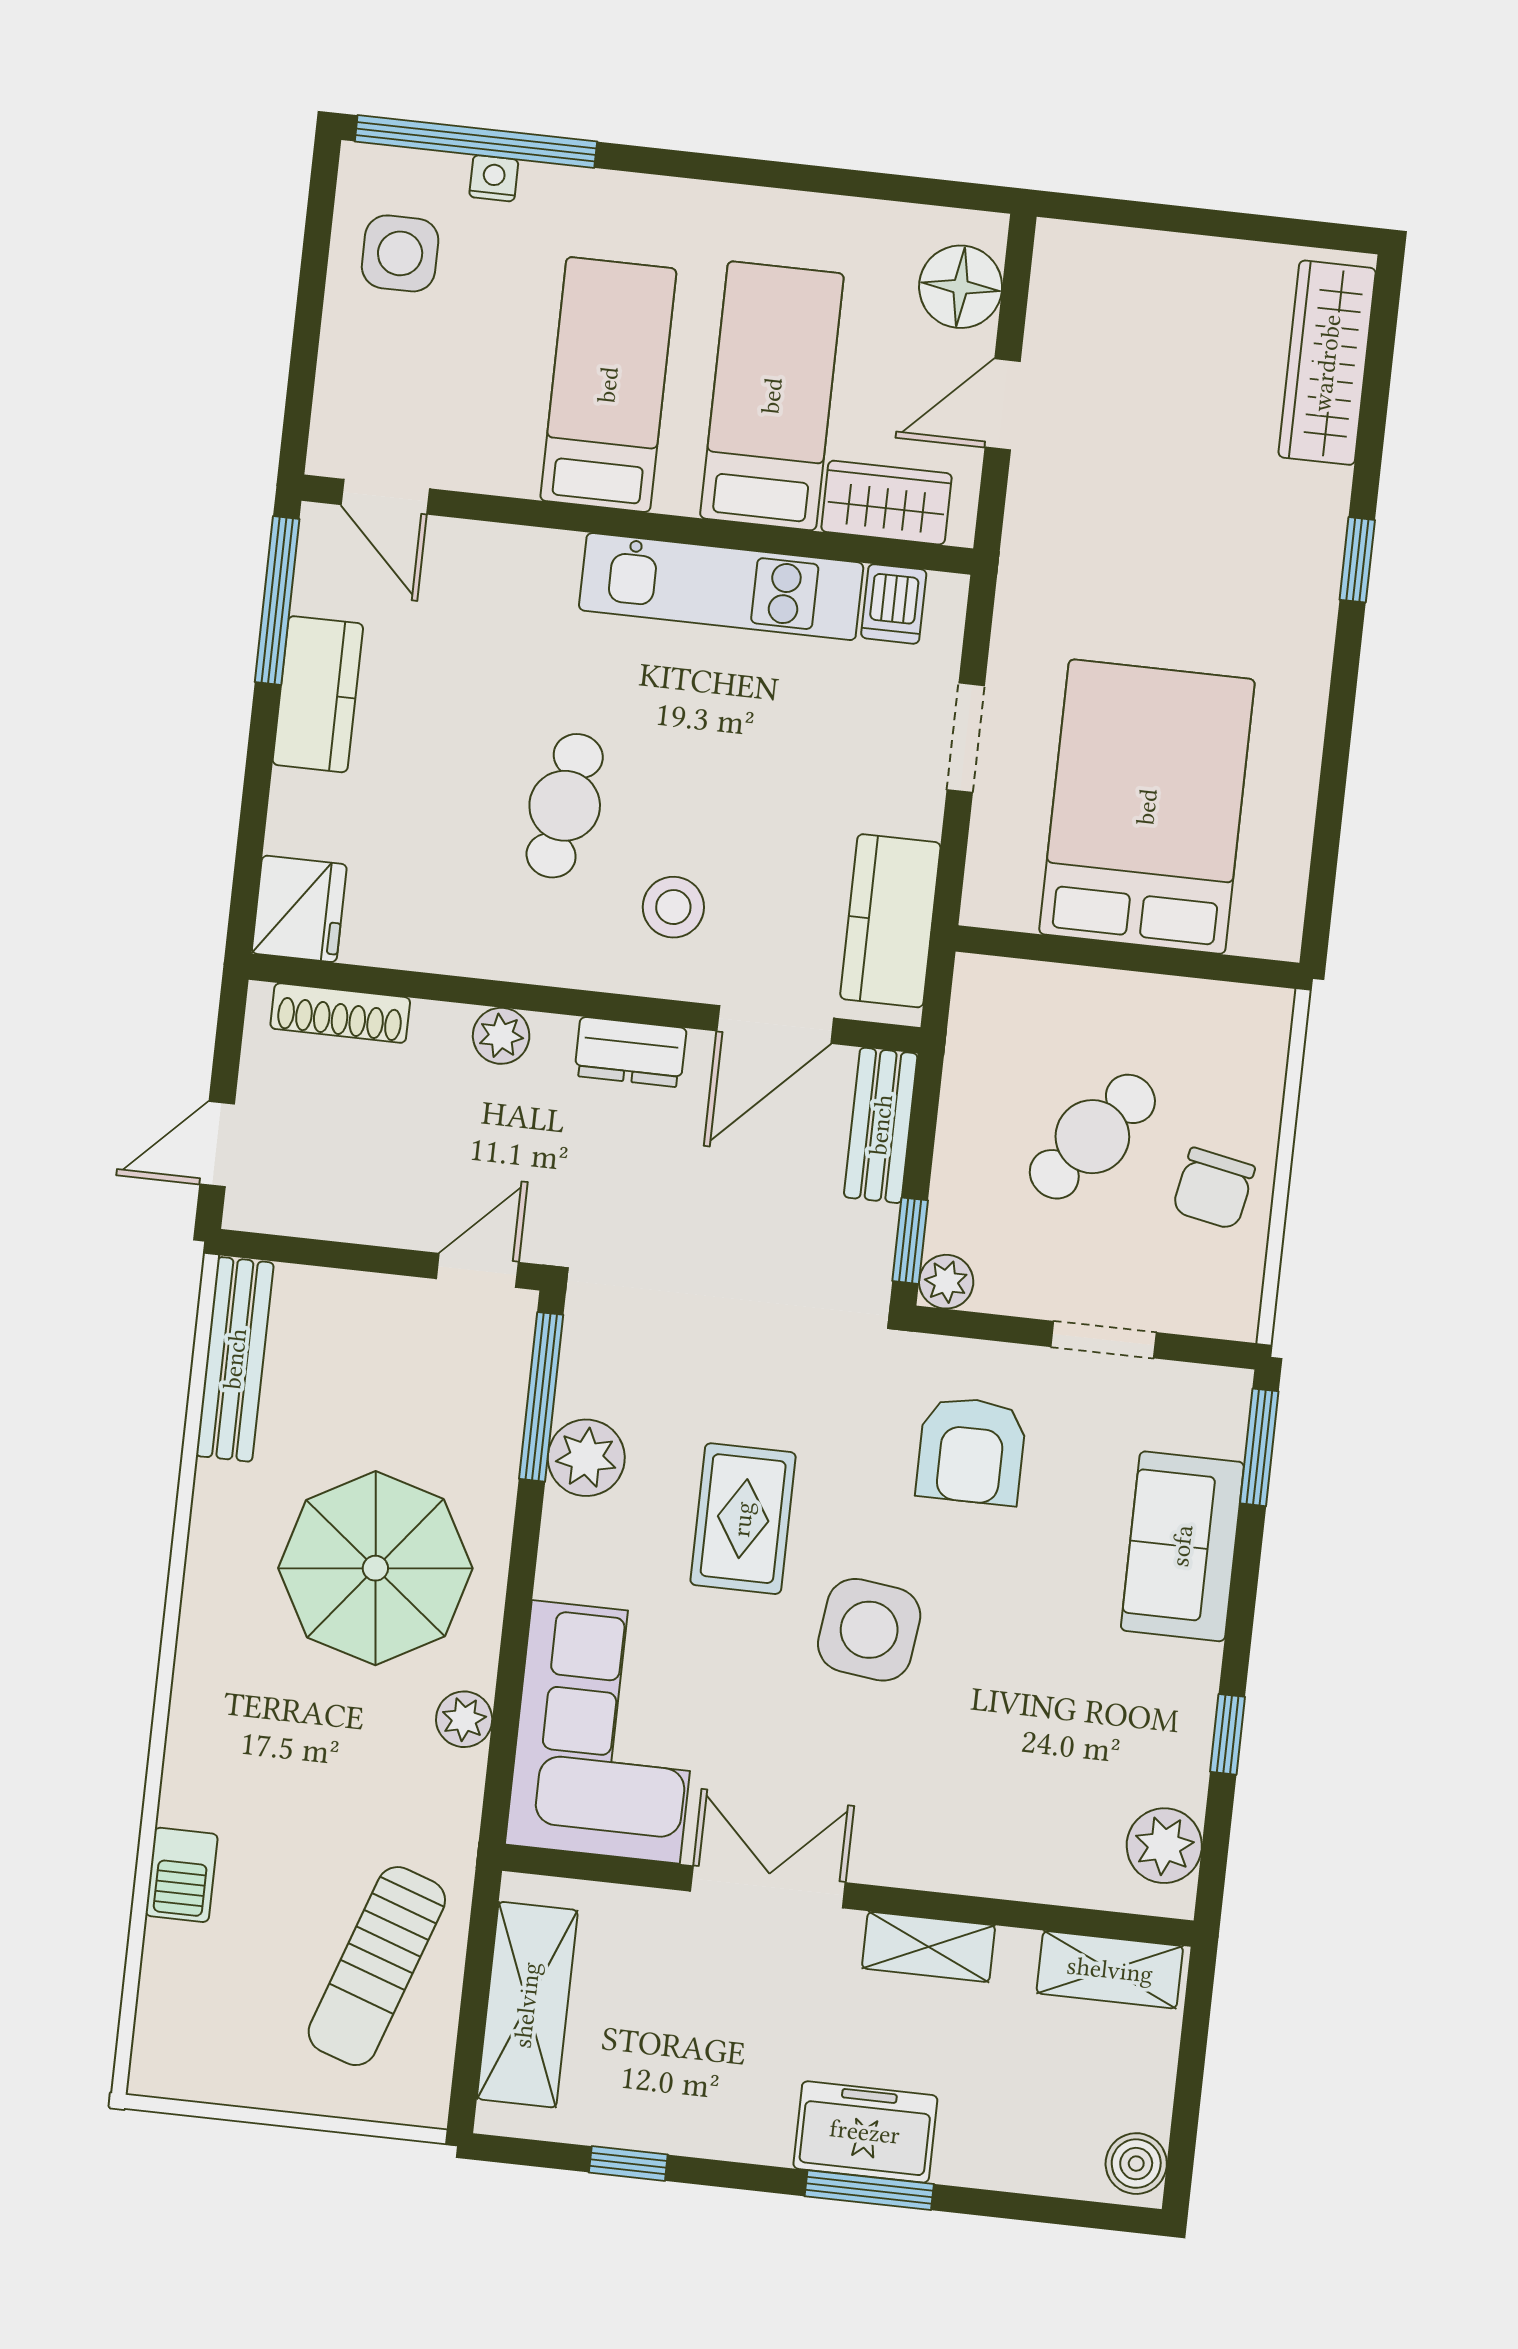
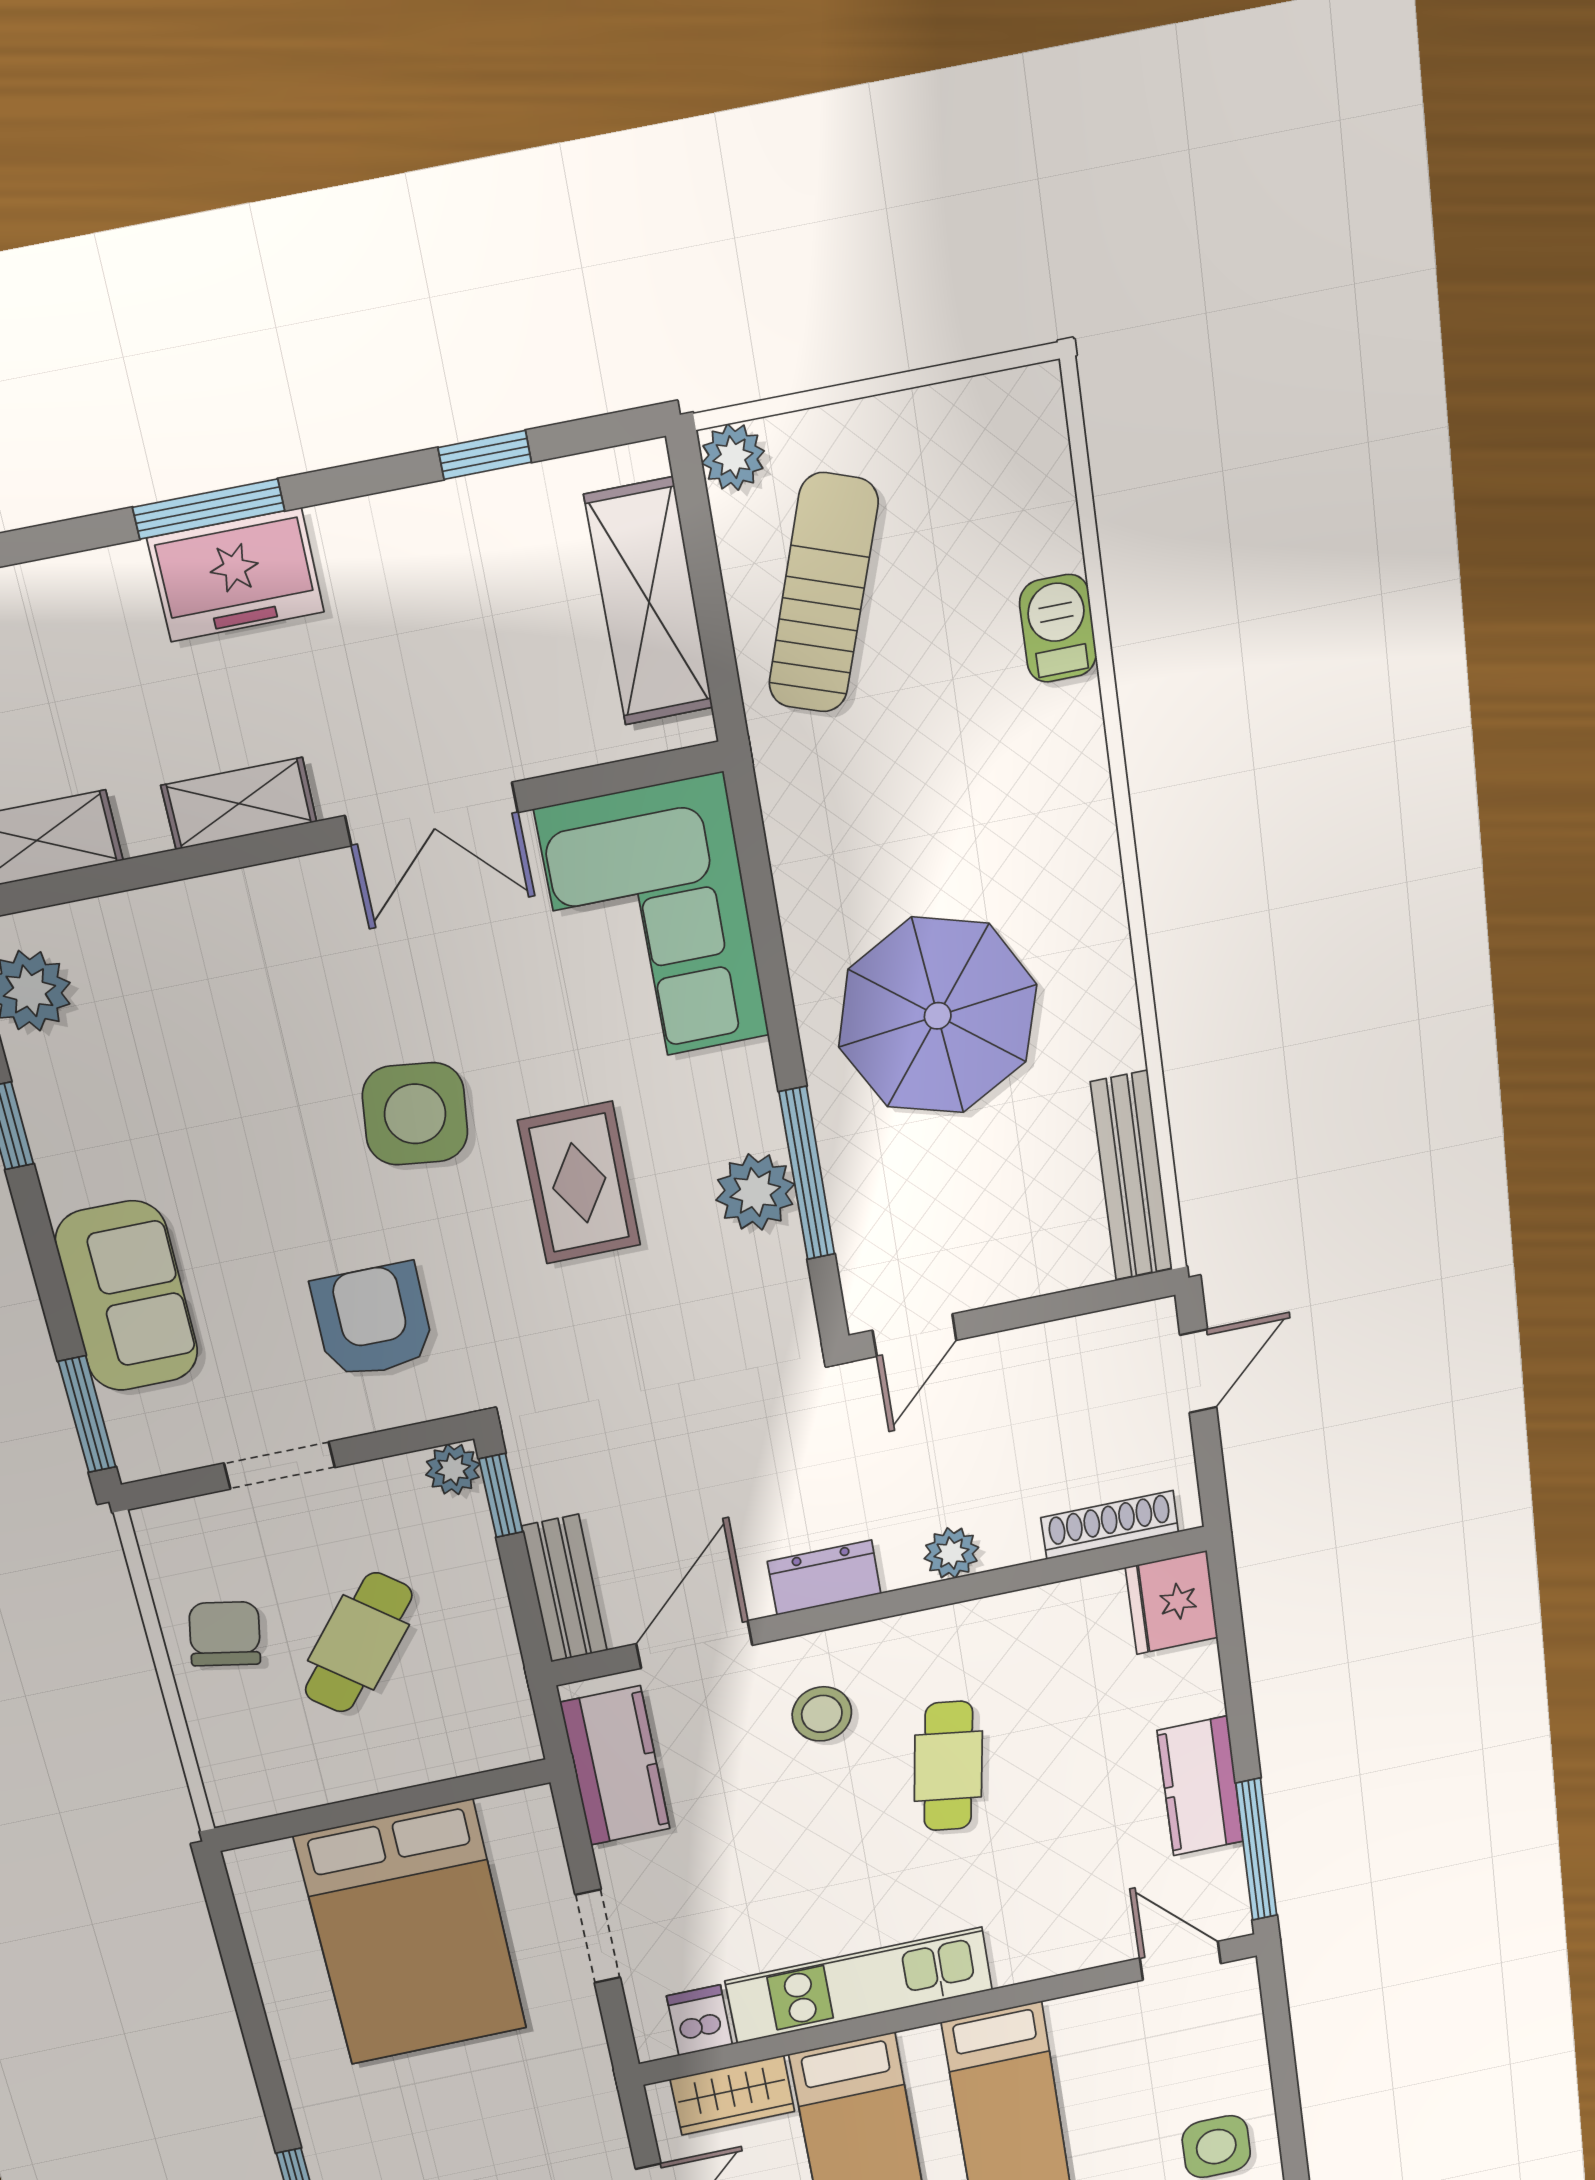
window: (541, 1397) -> (807, 1174), moved
plant: (464, 1719) -> (733, 457), moved

